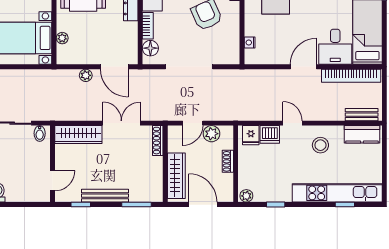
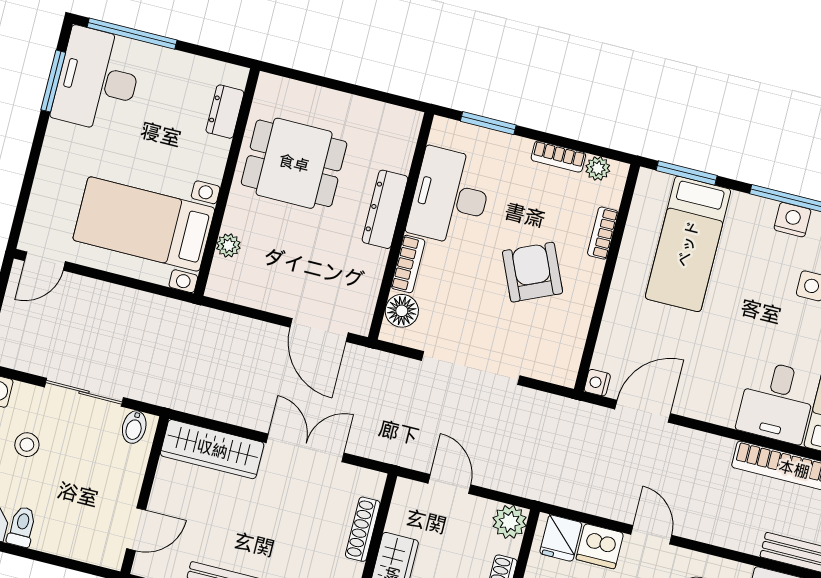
nightstand: (250, 43) -> (597, 383), moved
door: (303, 67) -> (643, 411), moved
plant: (86, 75) -> (257, 333), removed
door: (193, 123) -> (449, 484), swing flipped
plant: (211, 134) -> (510, 522), moved
shoe rack: (158, 141) -> (363, 529), moved

